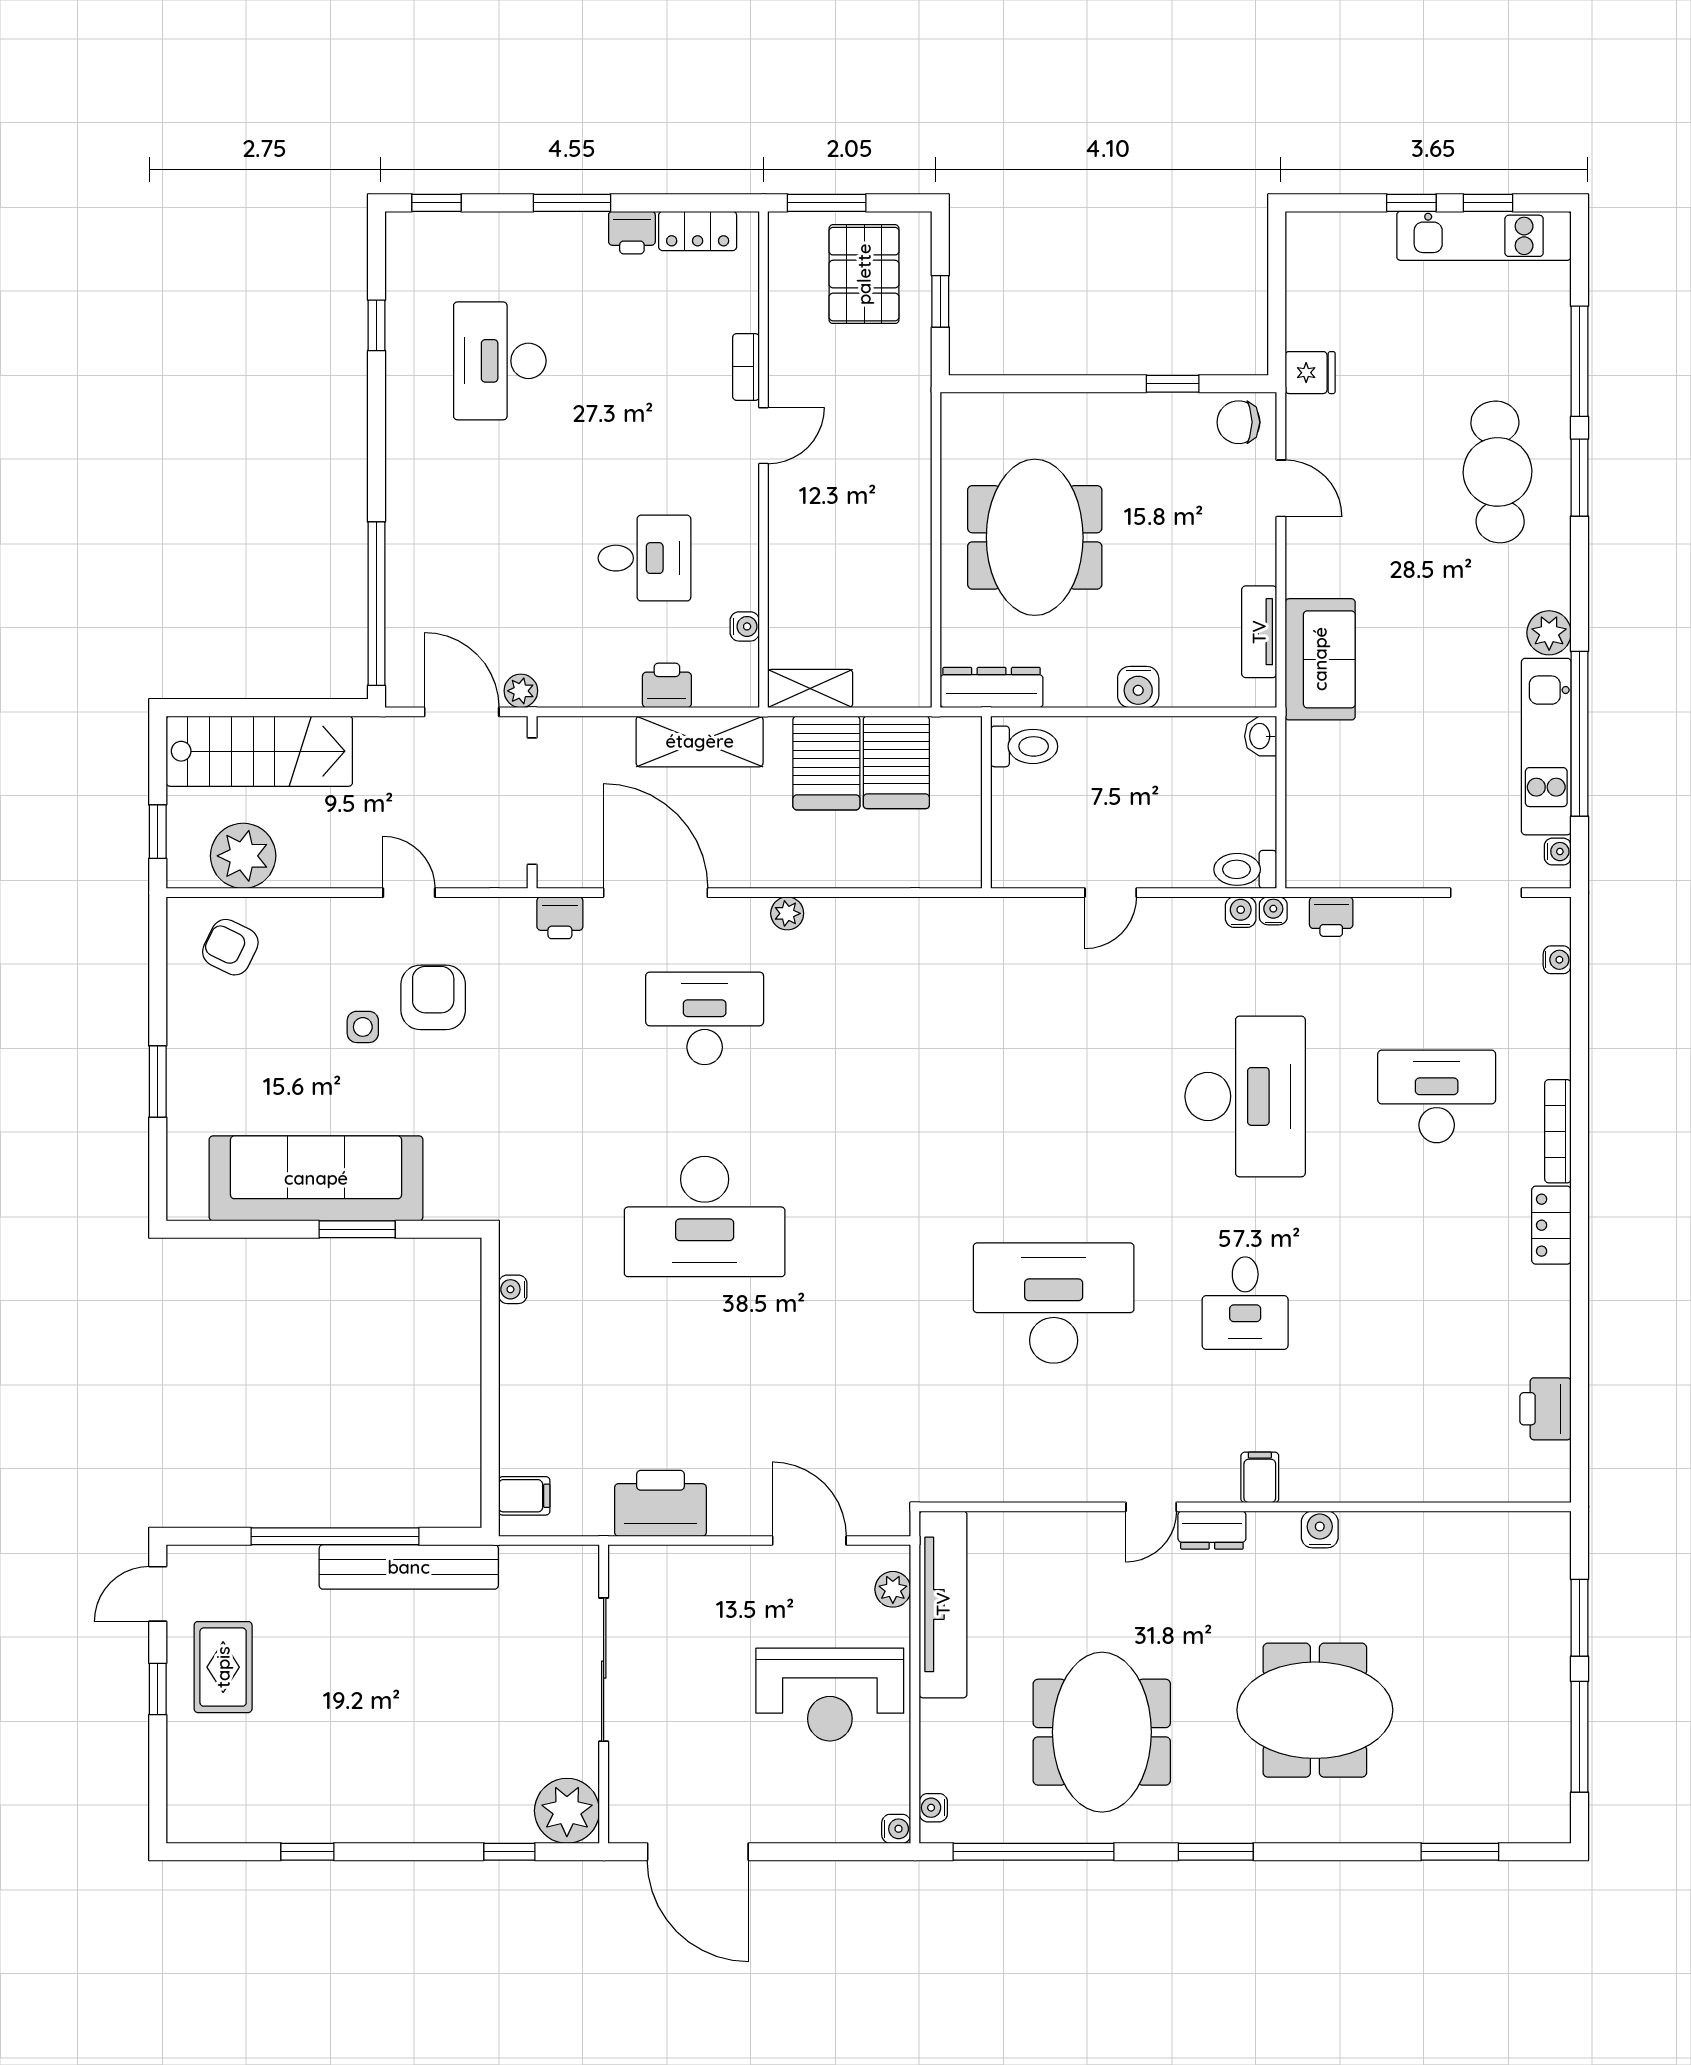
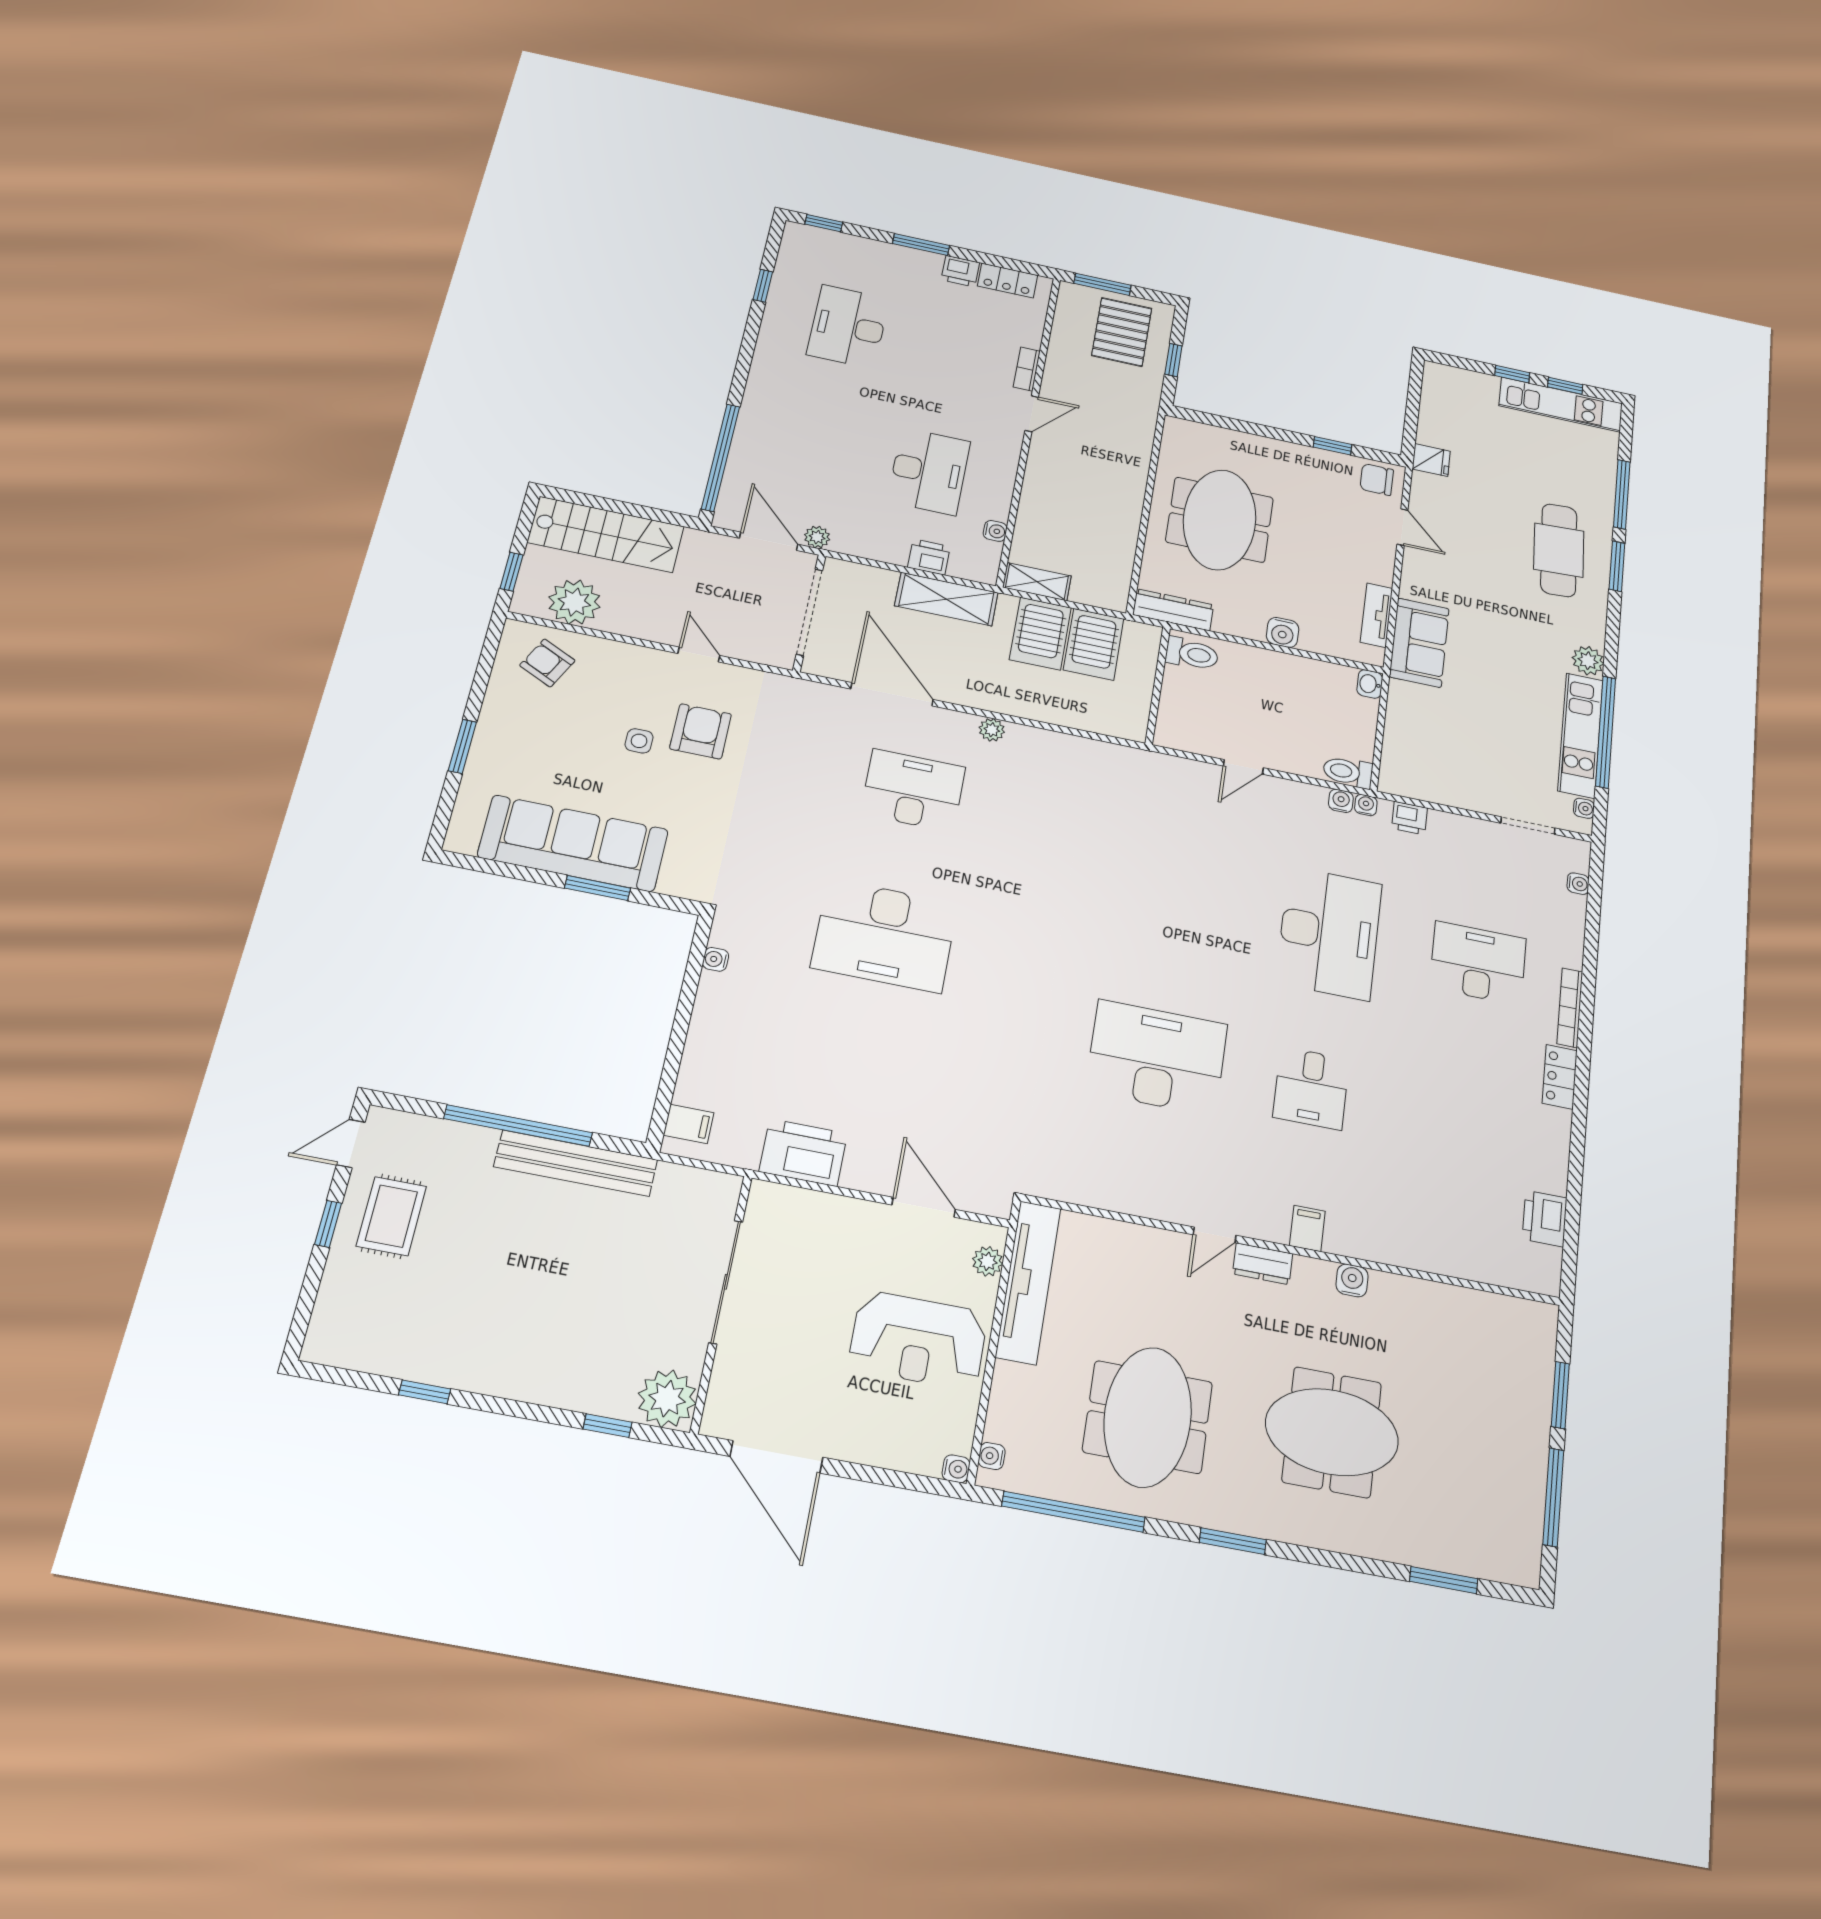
desk: (644, 558) -> (929, 471), width x1.37
printer: (560, 918) -> (814, 696), removed

